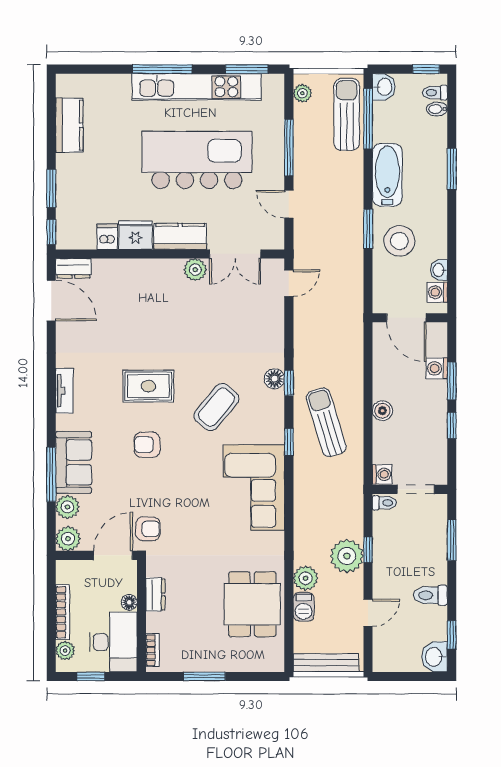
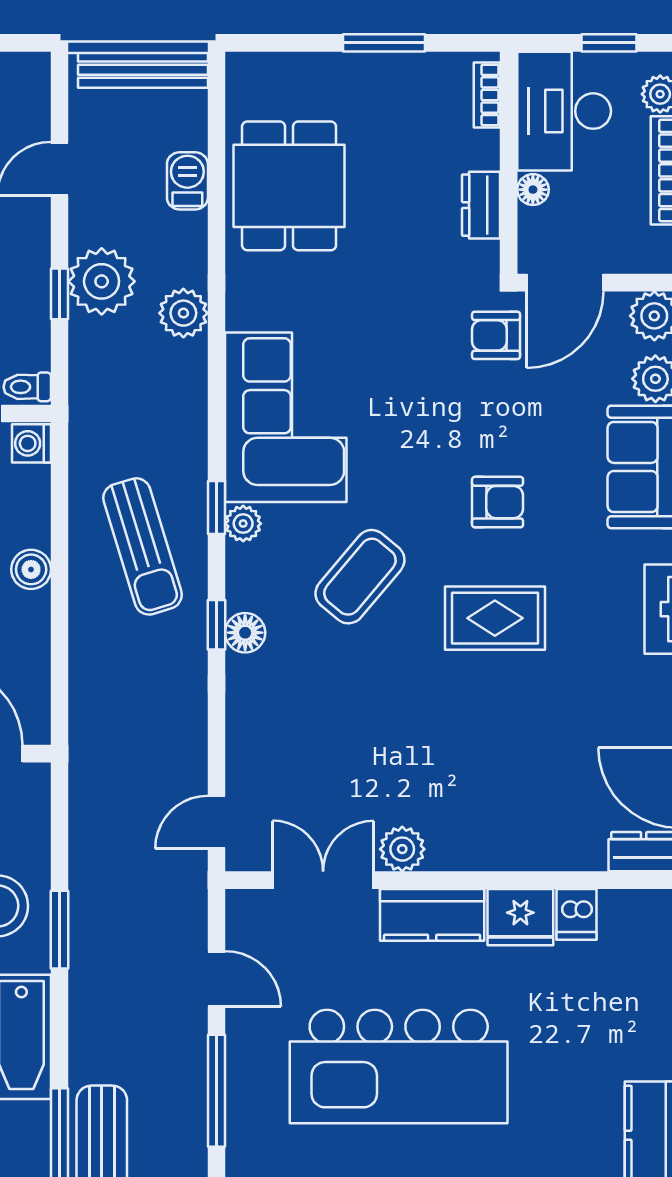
plant: (275, 434) -> (243, 524), added
plant: (306, 578) -> (183, 313), moved

